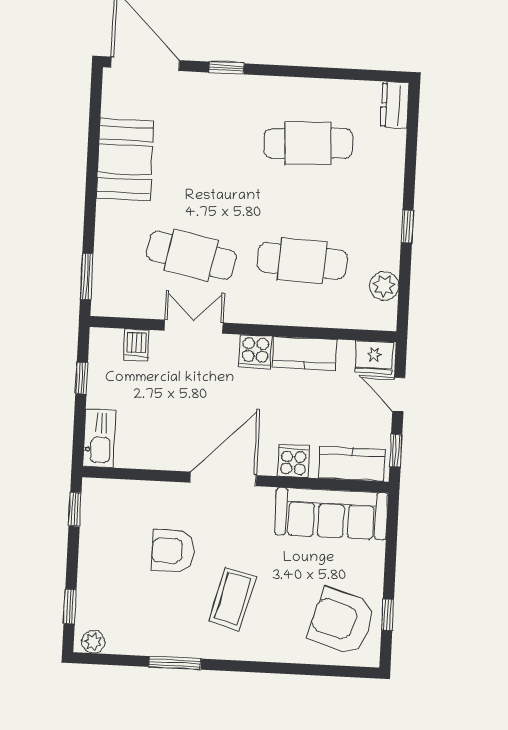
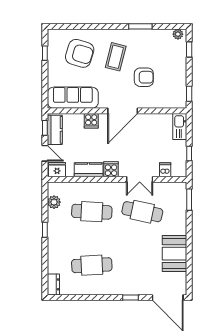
kitchen counter: (352, 464) -> (55, 130), moved, turned -90
armchair: (342, 621) -> (80, 53), moved

